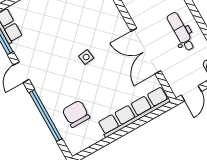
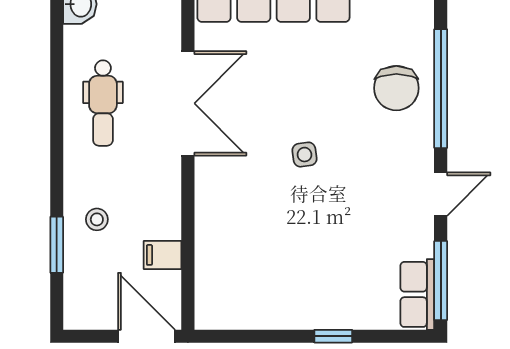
chair: (76, 114) -> (396, 88), moved

